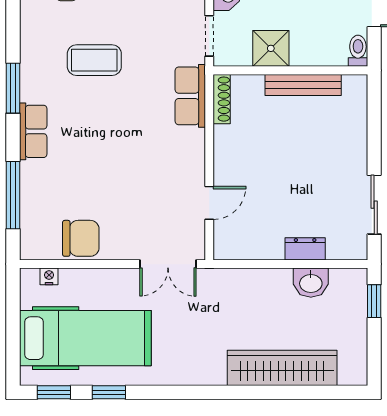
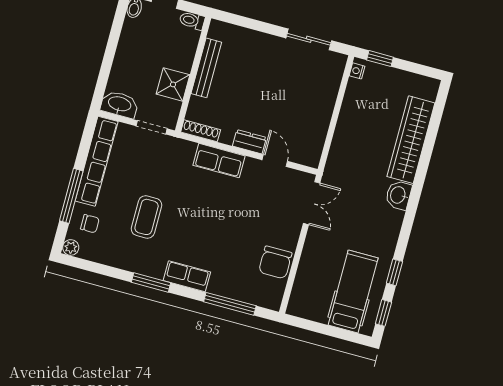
row of seats: (190, 96) -> (219, 161), moved
chair: (81, 238) -> (275, 262), turned 180
dresser: (305, 249) -> (249, 142), moved, turned 90
nightstand: (49, 276) -> (357, 71), moved
washbasin: (311, 283) -> (398, 195), moved, turned 180
hospital bed: (85, 338) -> (353, 292), width x0.73, depth x0.78

